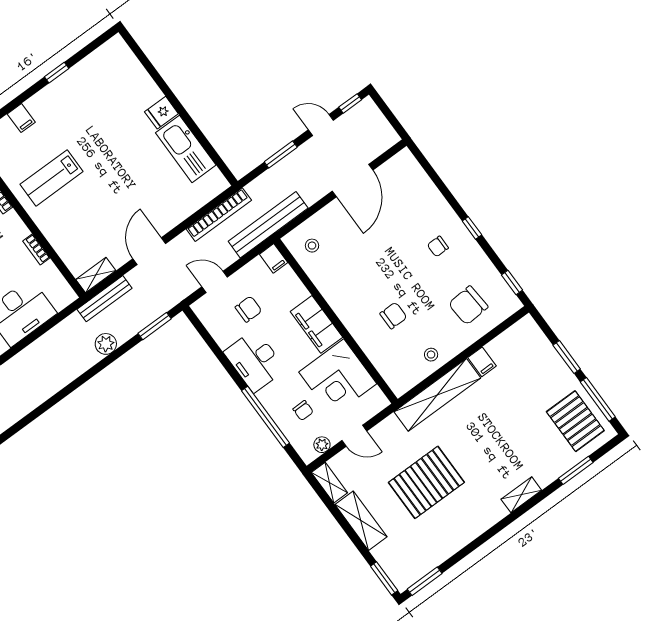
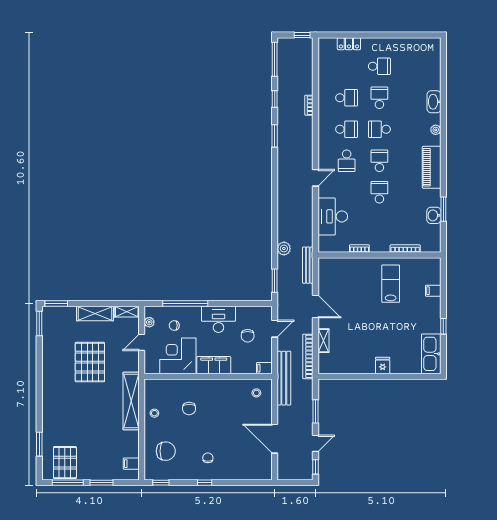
kitchen sink: (186, 149) -> (431, 354), moved, turned -90
shelving: (96, 275) -> (323, 341), moved
chair: (468, 305) -> (166, 451), turned 94
filing cabinet: (482, 362) -> (131, 464), moved
pallet: (575, 421) -> (65, 463), turned 90
shelving: (521, 495) -> (47, 407), removed

